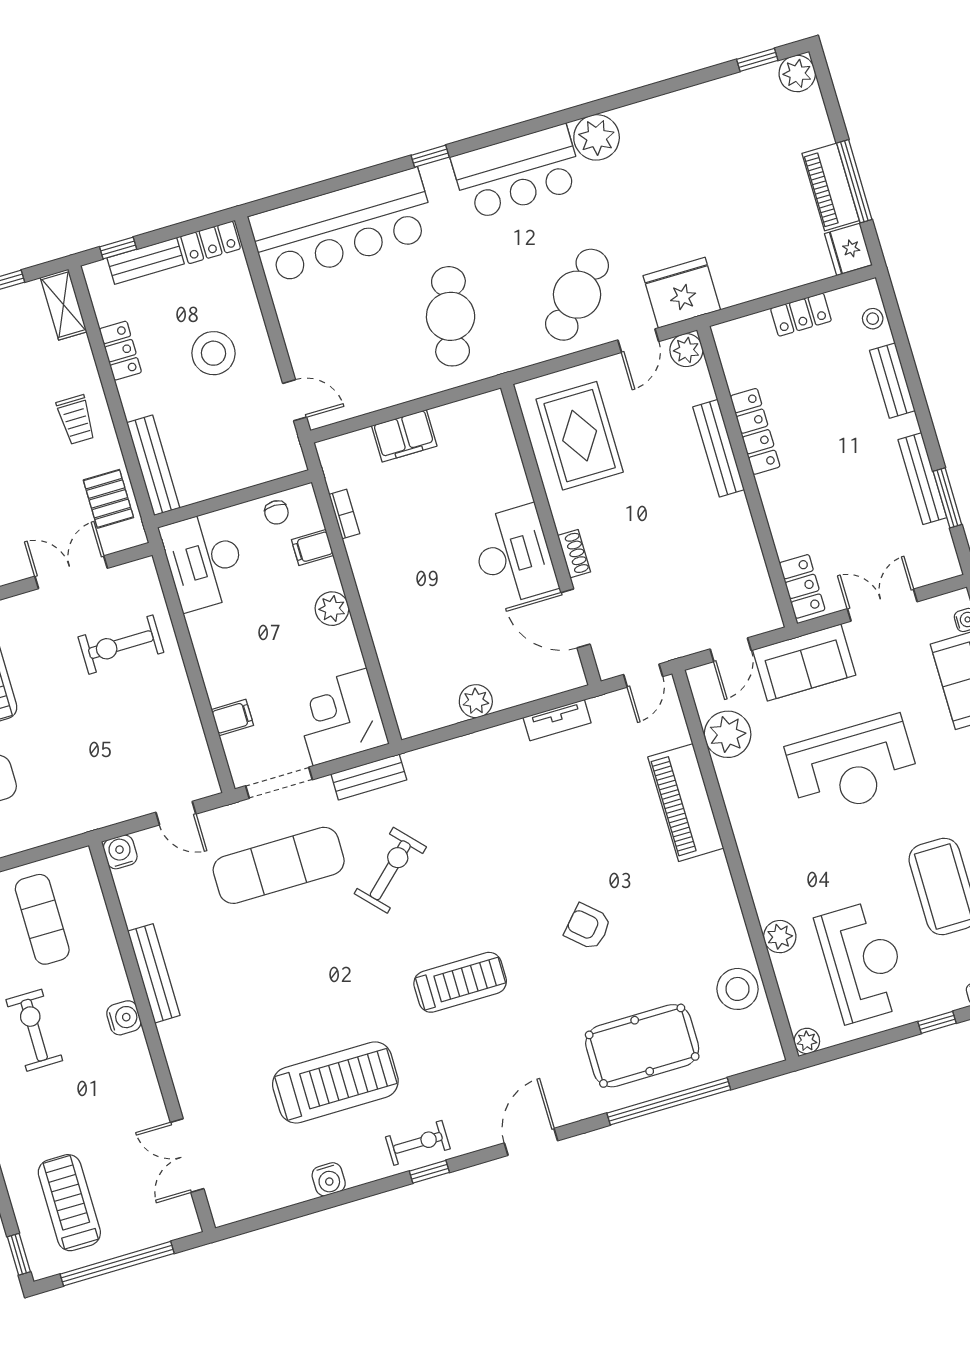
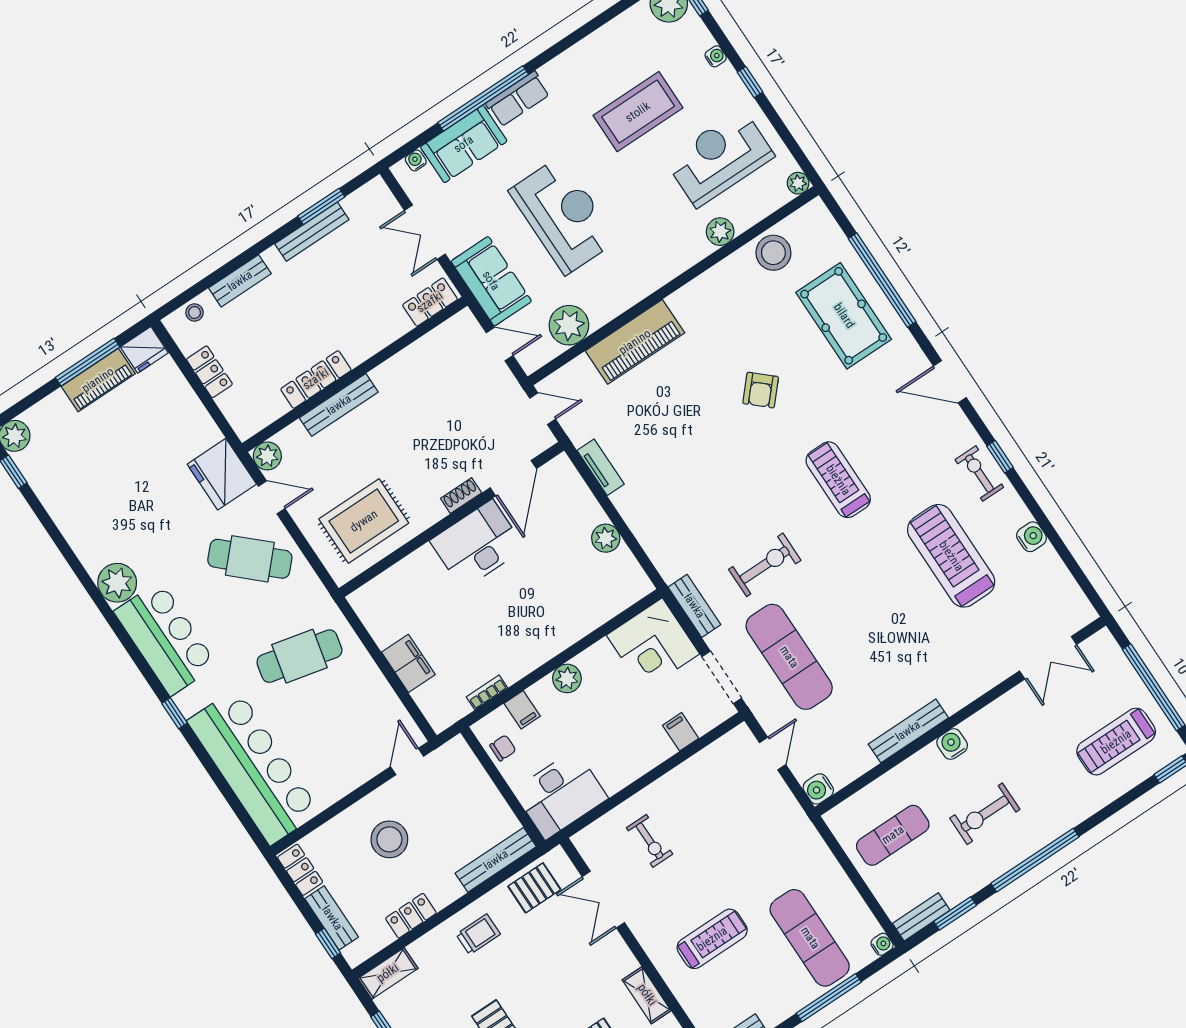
exercise bike: (121, 645) -> (650, 841), width x0.73, depth x0.72
exercise bike: (390, 870) -> (765, 565), turned 133

